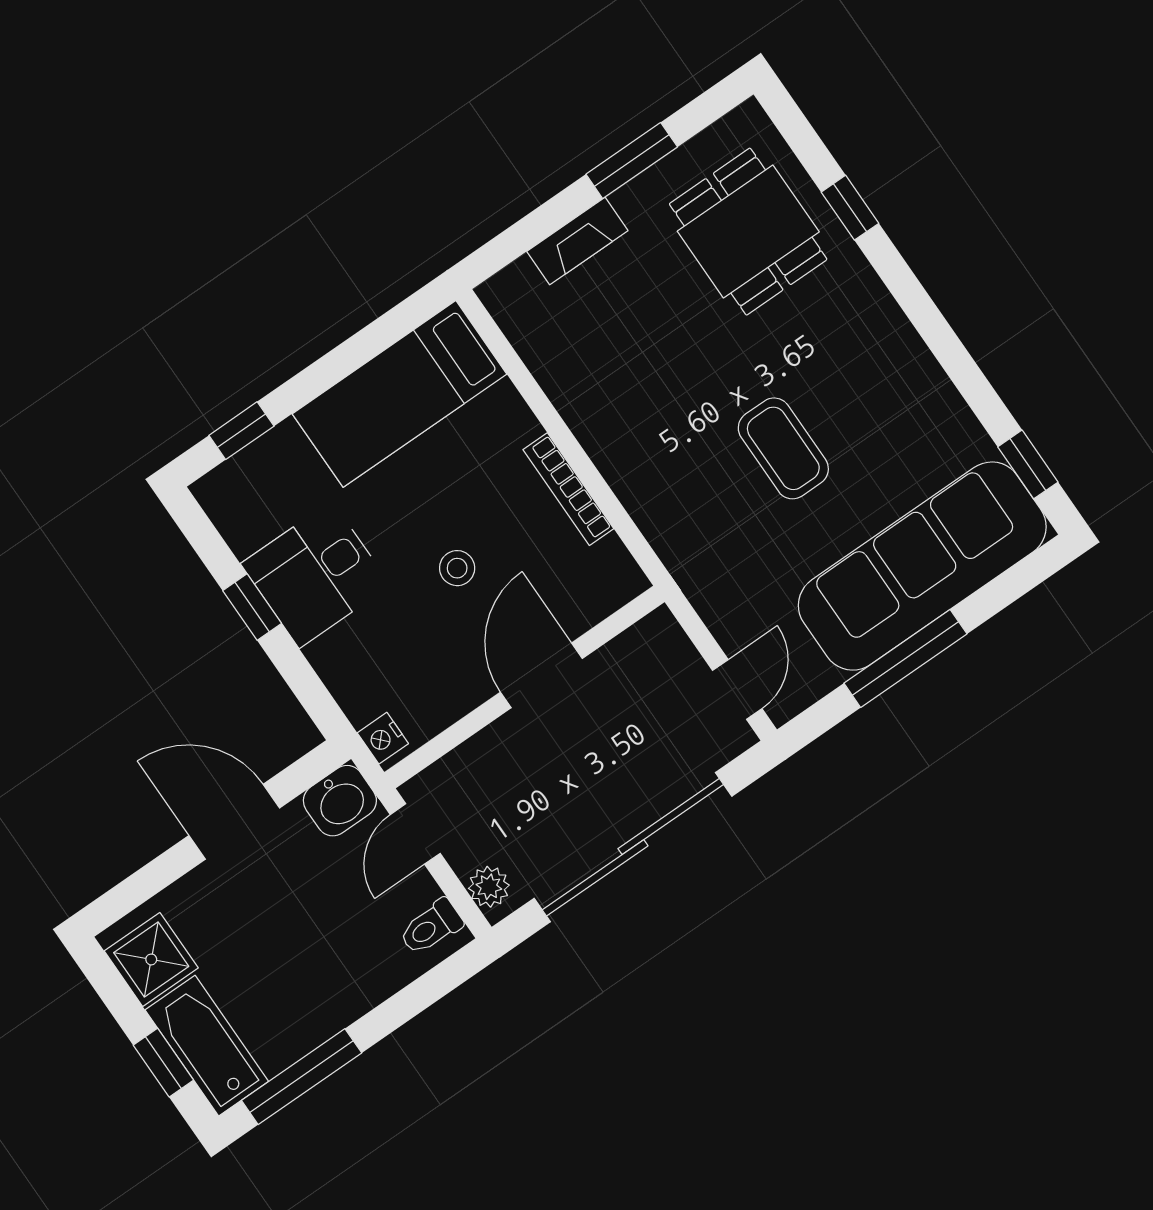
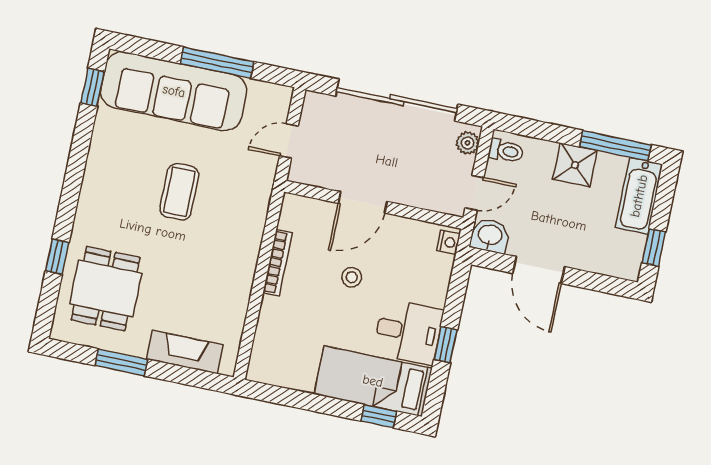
fireplace: (577, 241) -> (185, 352), width x1.37, depth x1.32
bed: (399, 394) -> (373, 381), moved, turned 180
door: (737, 689) -> (289, 141), moved
shower: (151, 959) -> (575, 165), moved
window: (163, 1063) -> (654, 247), moved

